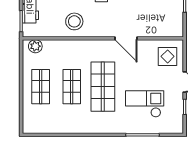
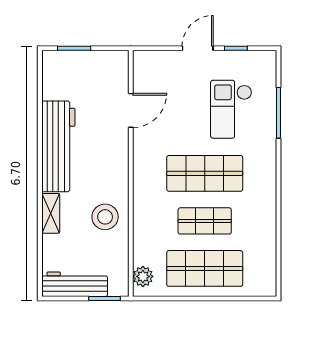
door: (126, 38) -> (131, 110), moved
display table: (168, 56) -> (159, 74), removed
shop shelf: (41, 87) -> (205, 268), width x1.43, depth x1.36

